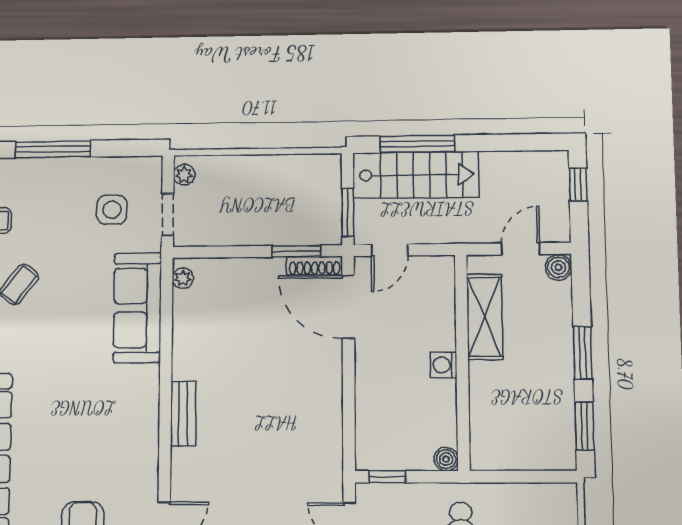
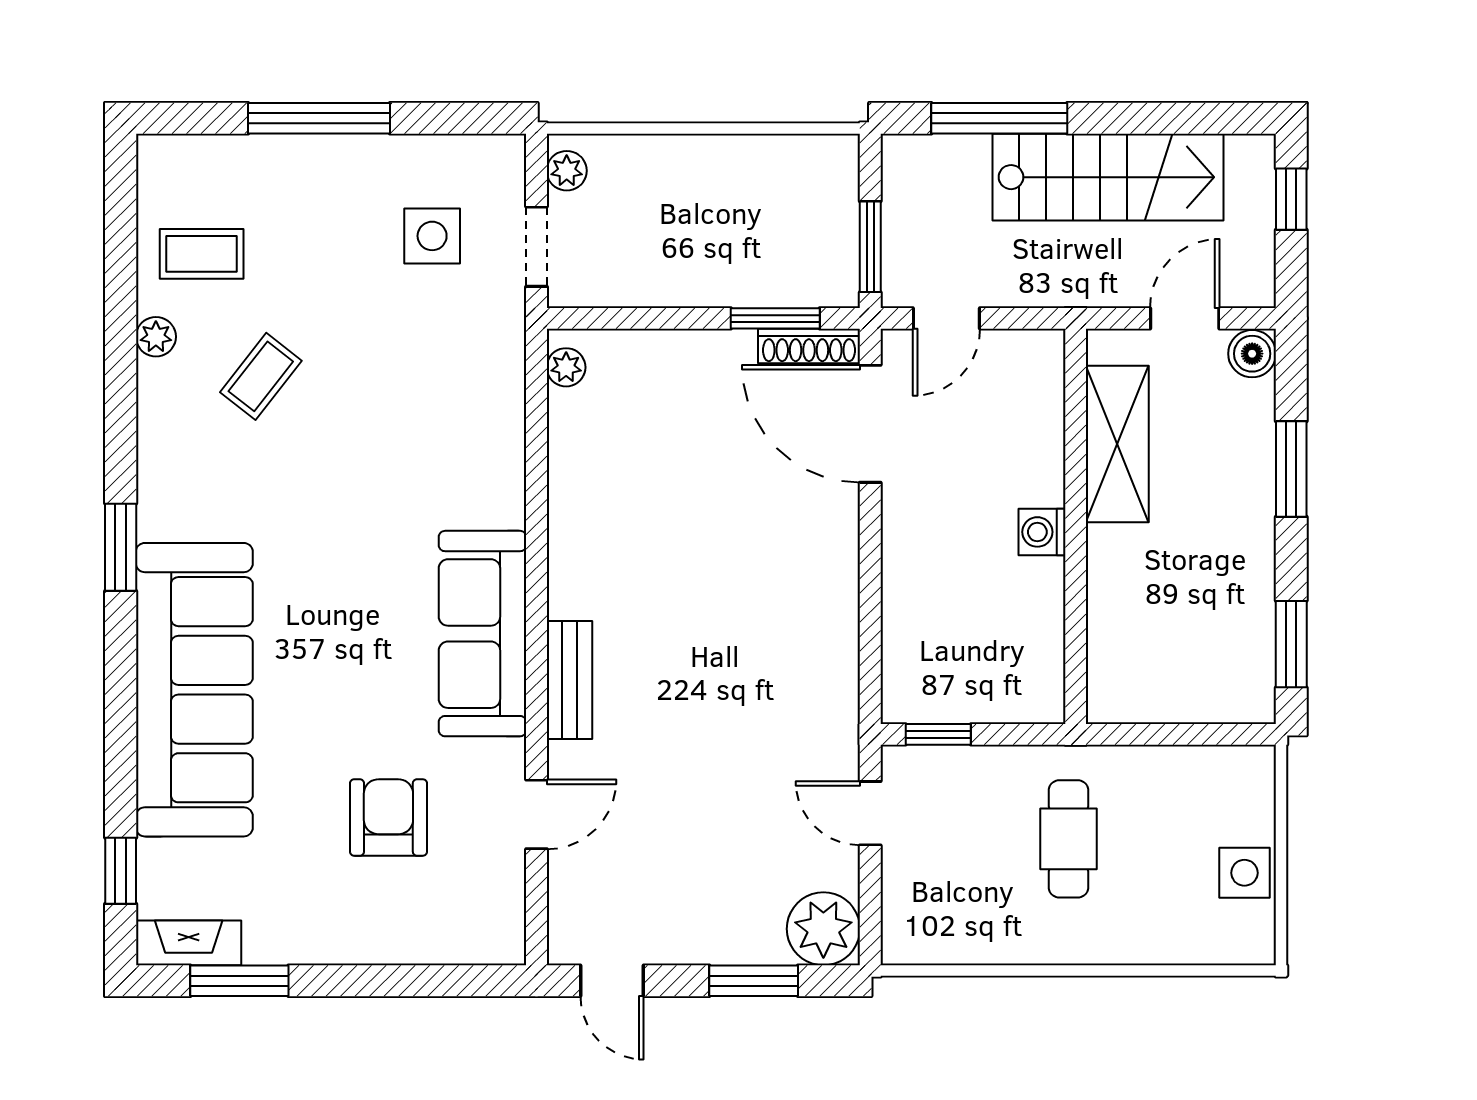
stairs: (416, 175) -> (1108, 177), moved
sofa: (137, 308) -> (483, 634), moved
window: (583, 353) -> (1291, 469), moved
bench: (183, 414) -> (569, 680), moved
boiler: (446, 459) -> (1044, 703), removed

